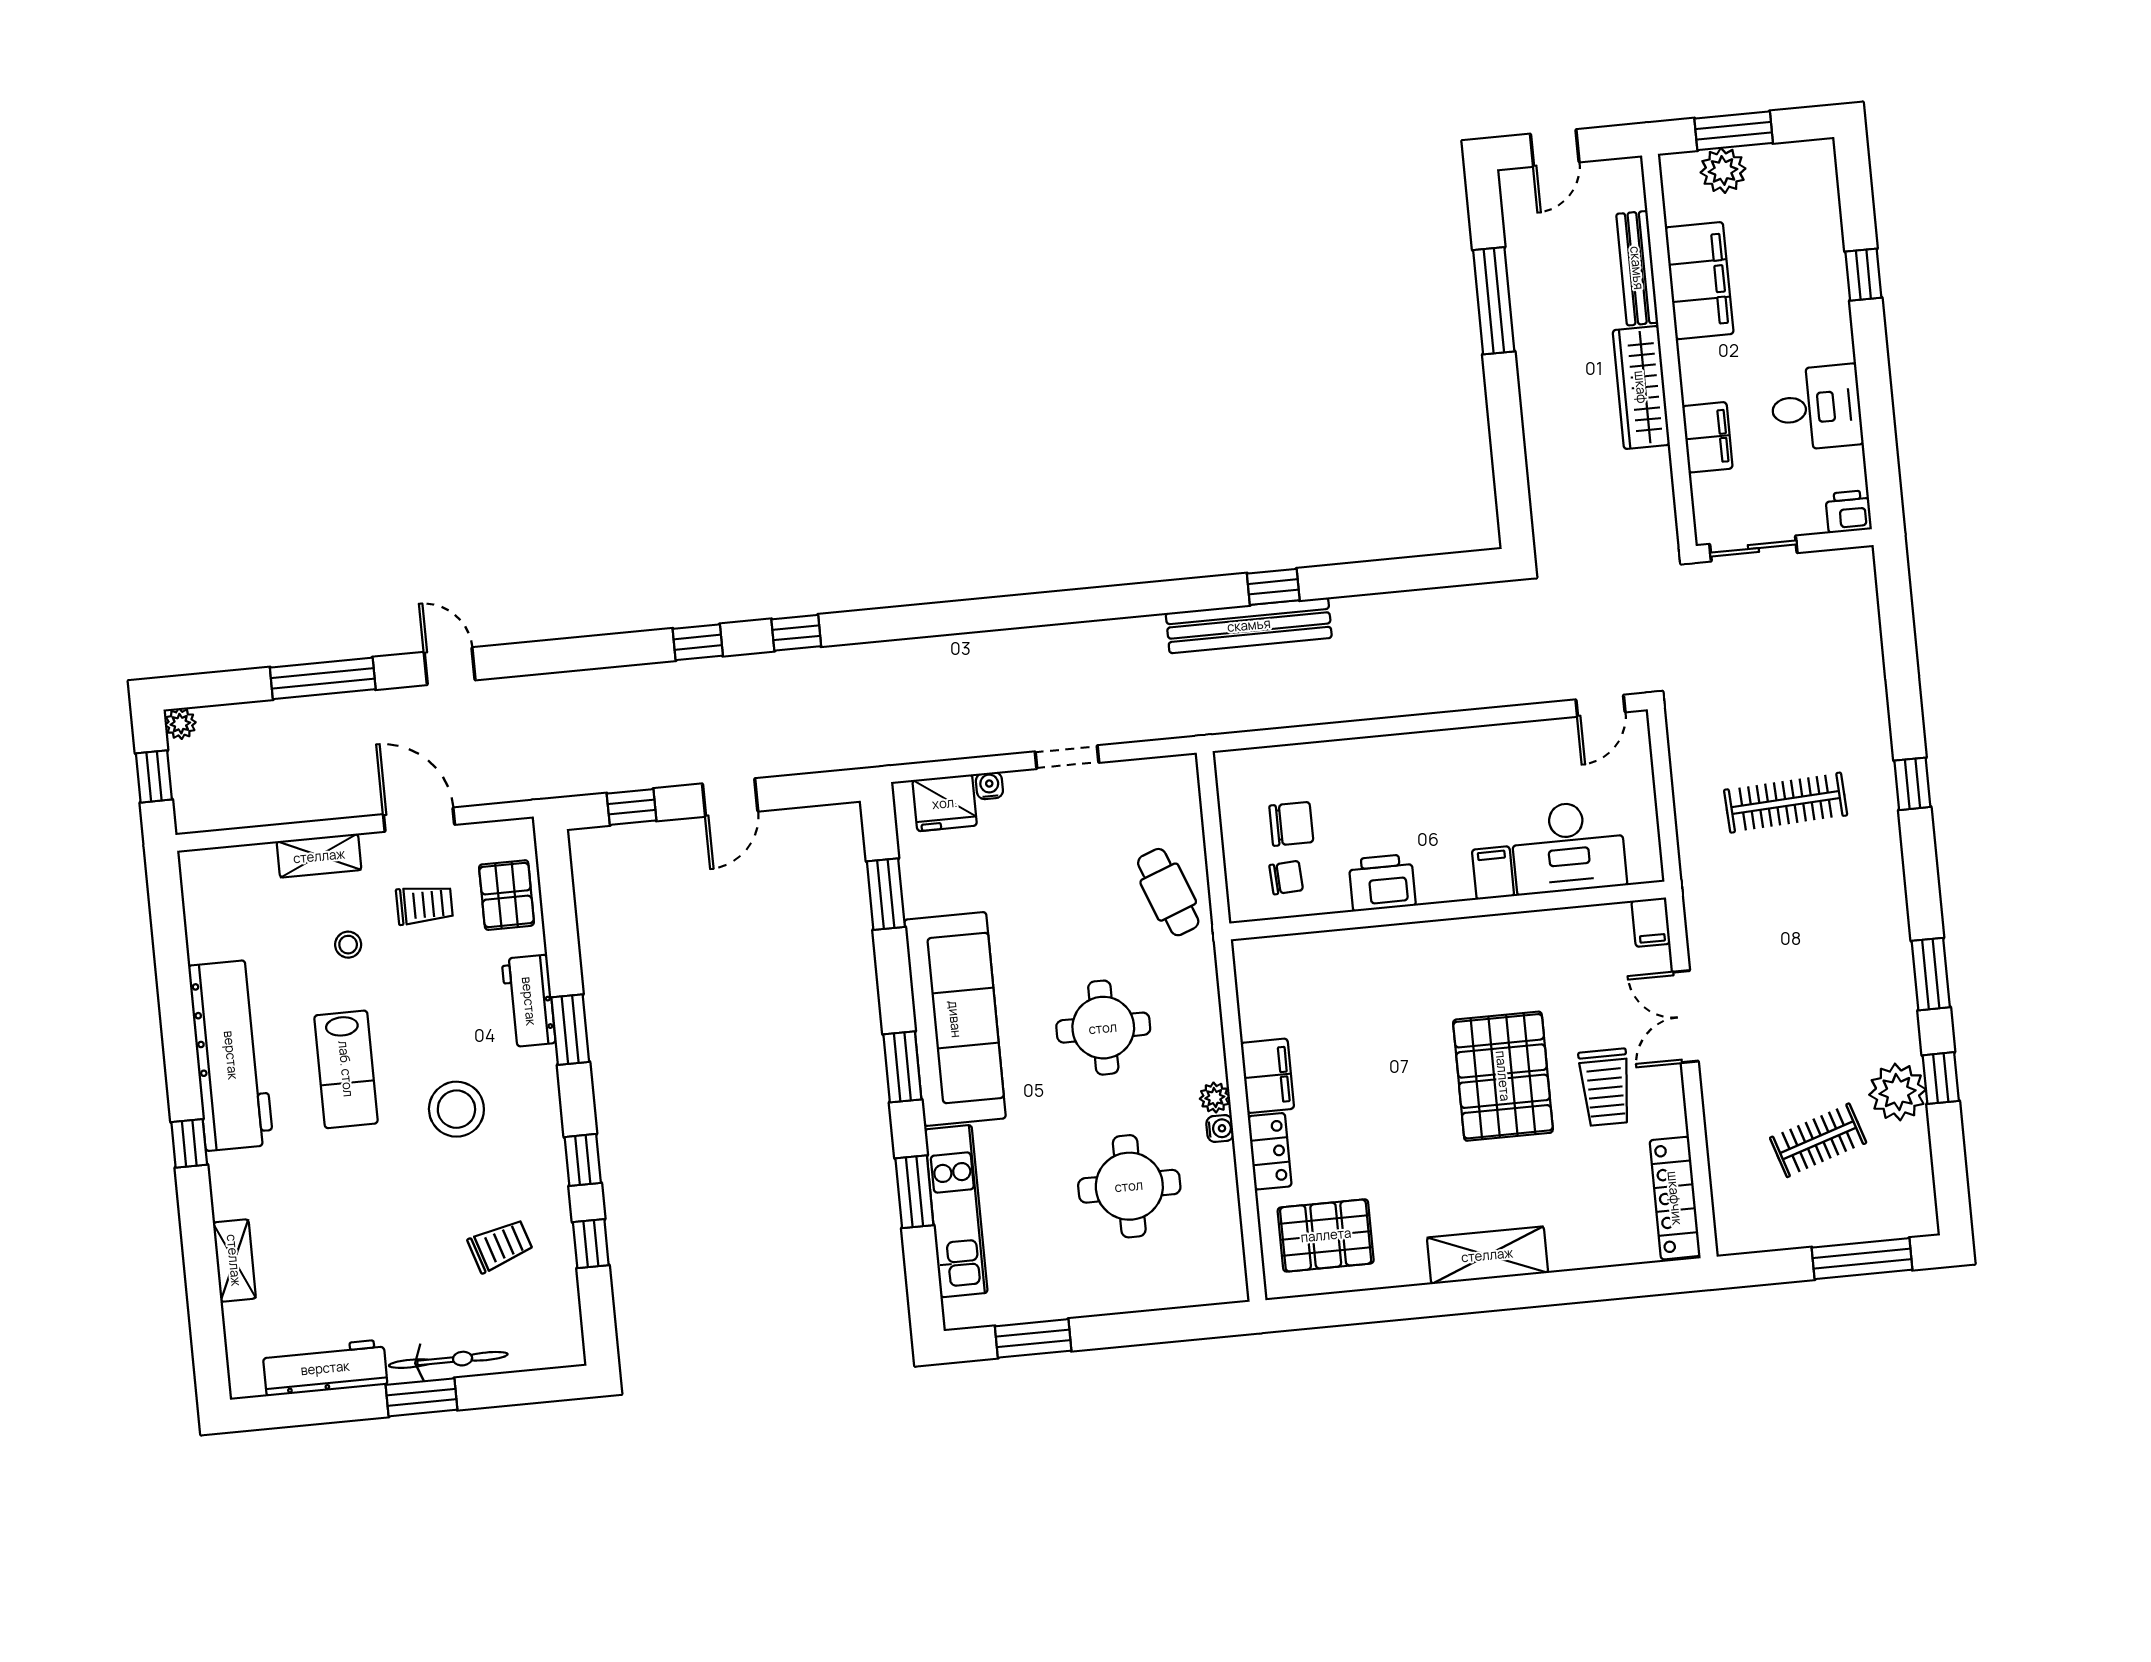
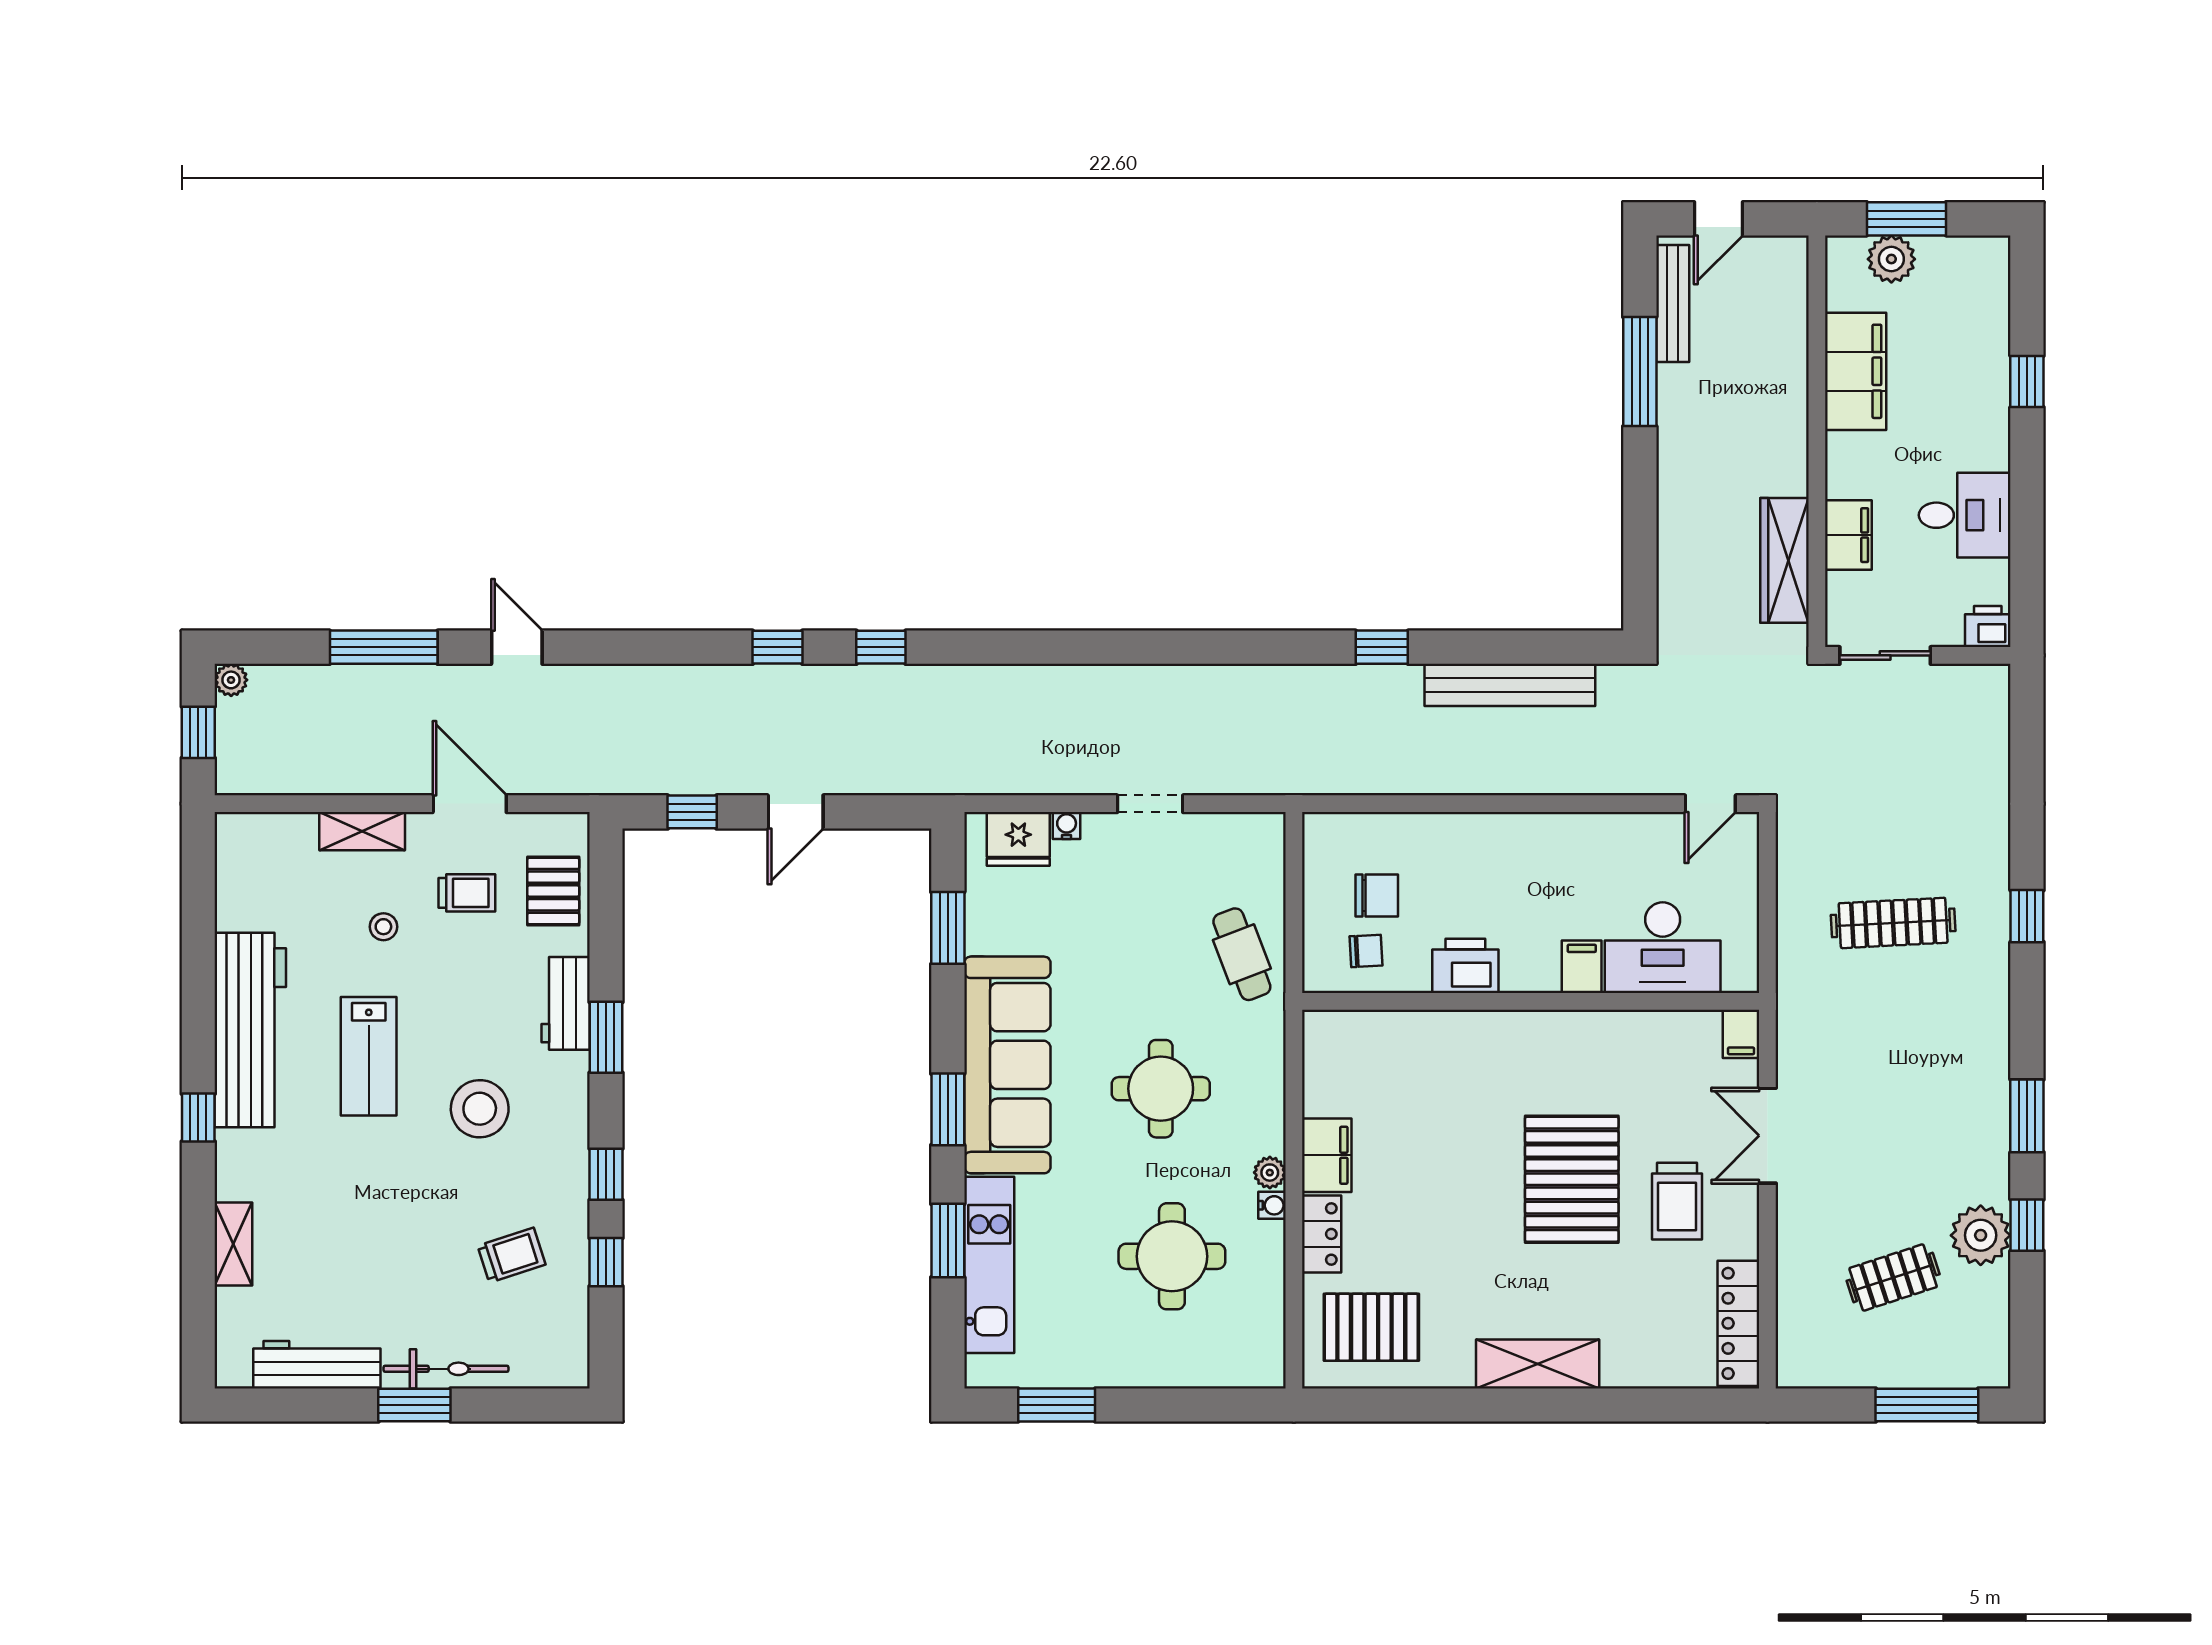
bench: (1637, 268) -> (1673, 304), moved
wardrobe: (1641, 387) -> (1785, 560), moved
bench: (1249, 625) -> (1510, 685), moved

